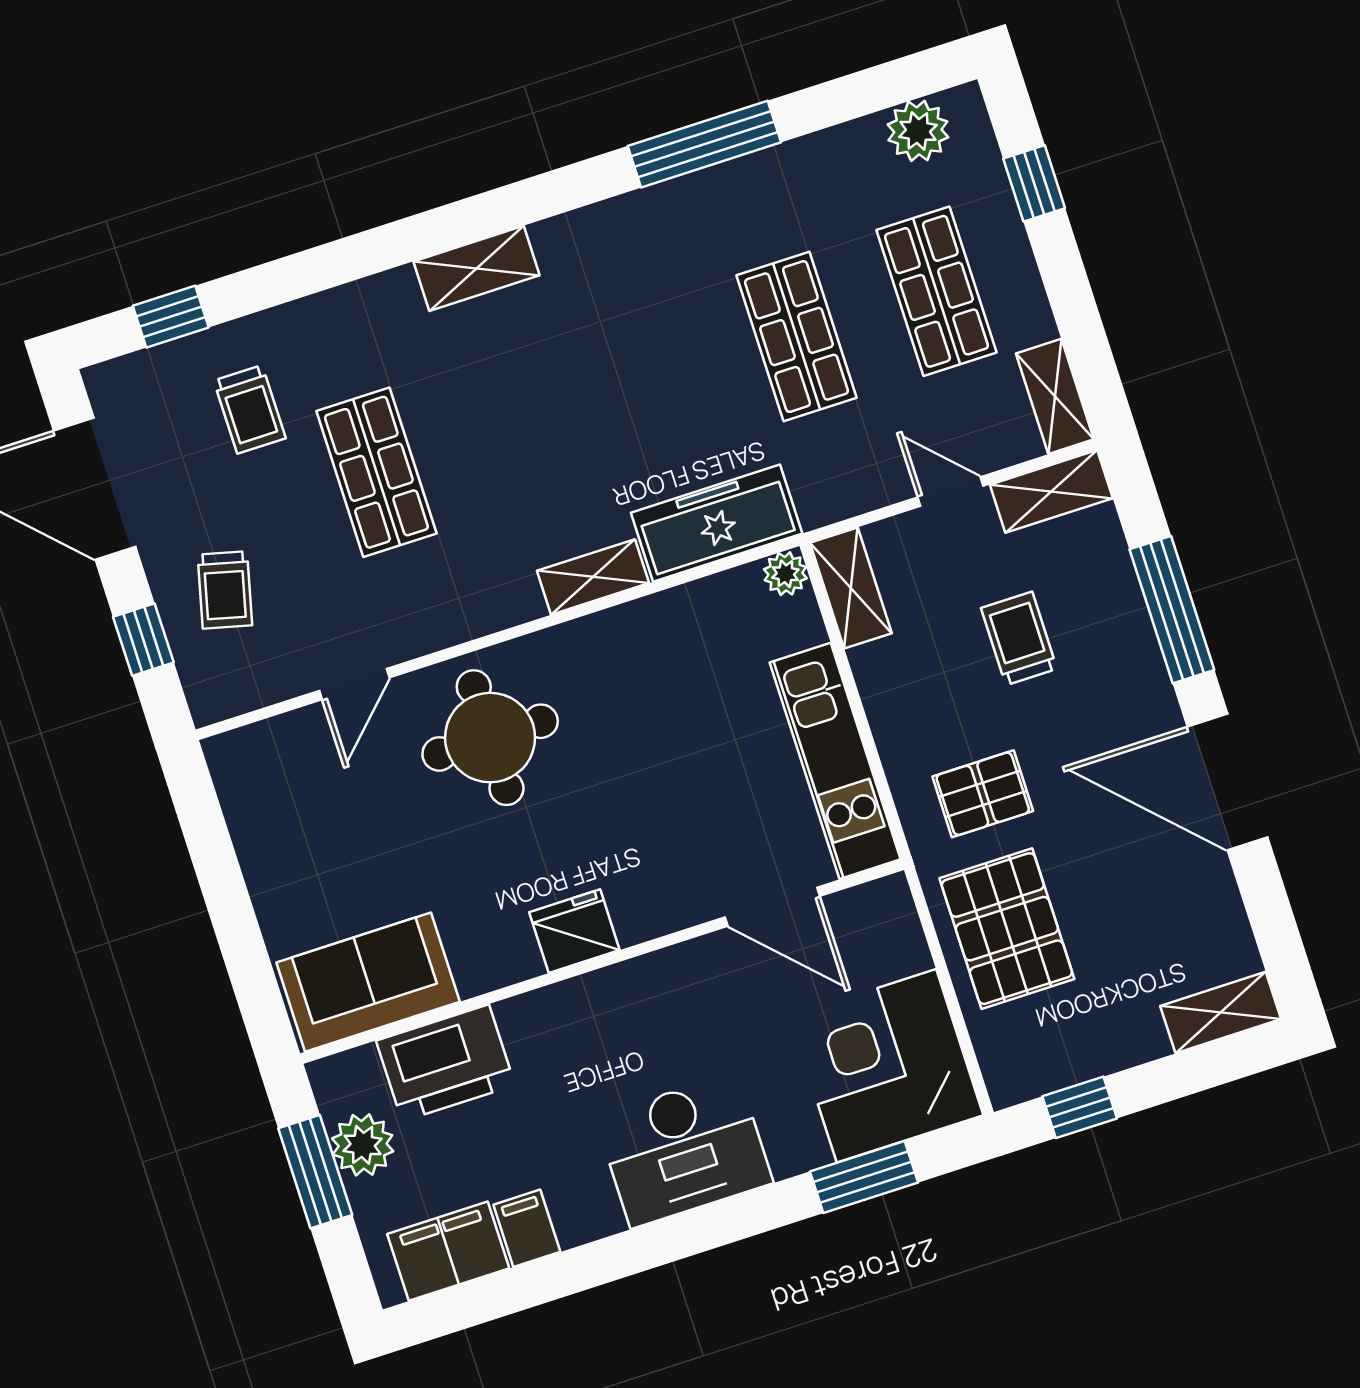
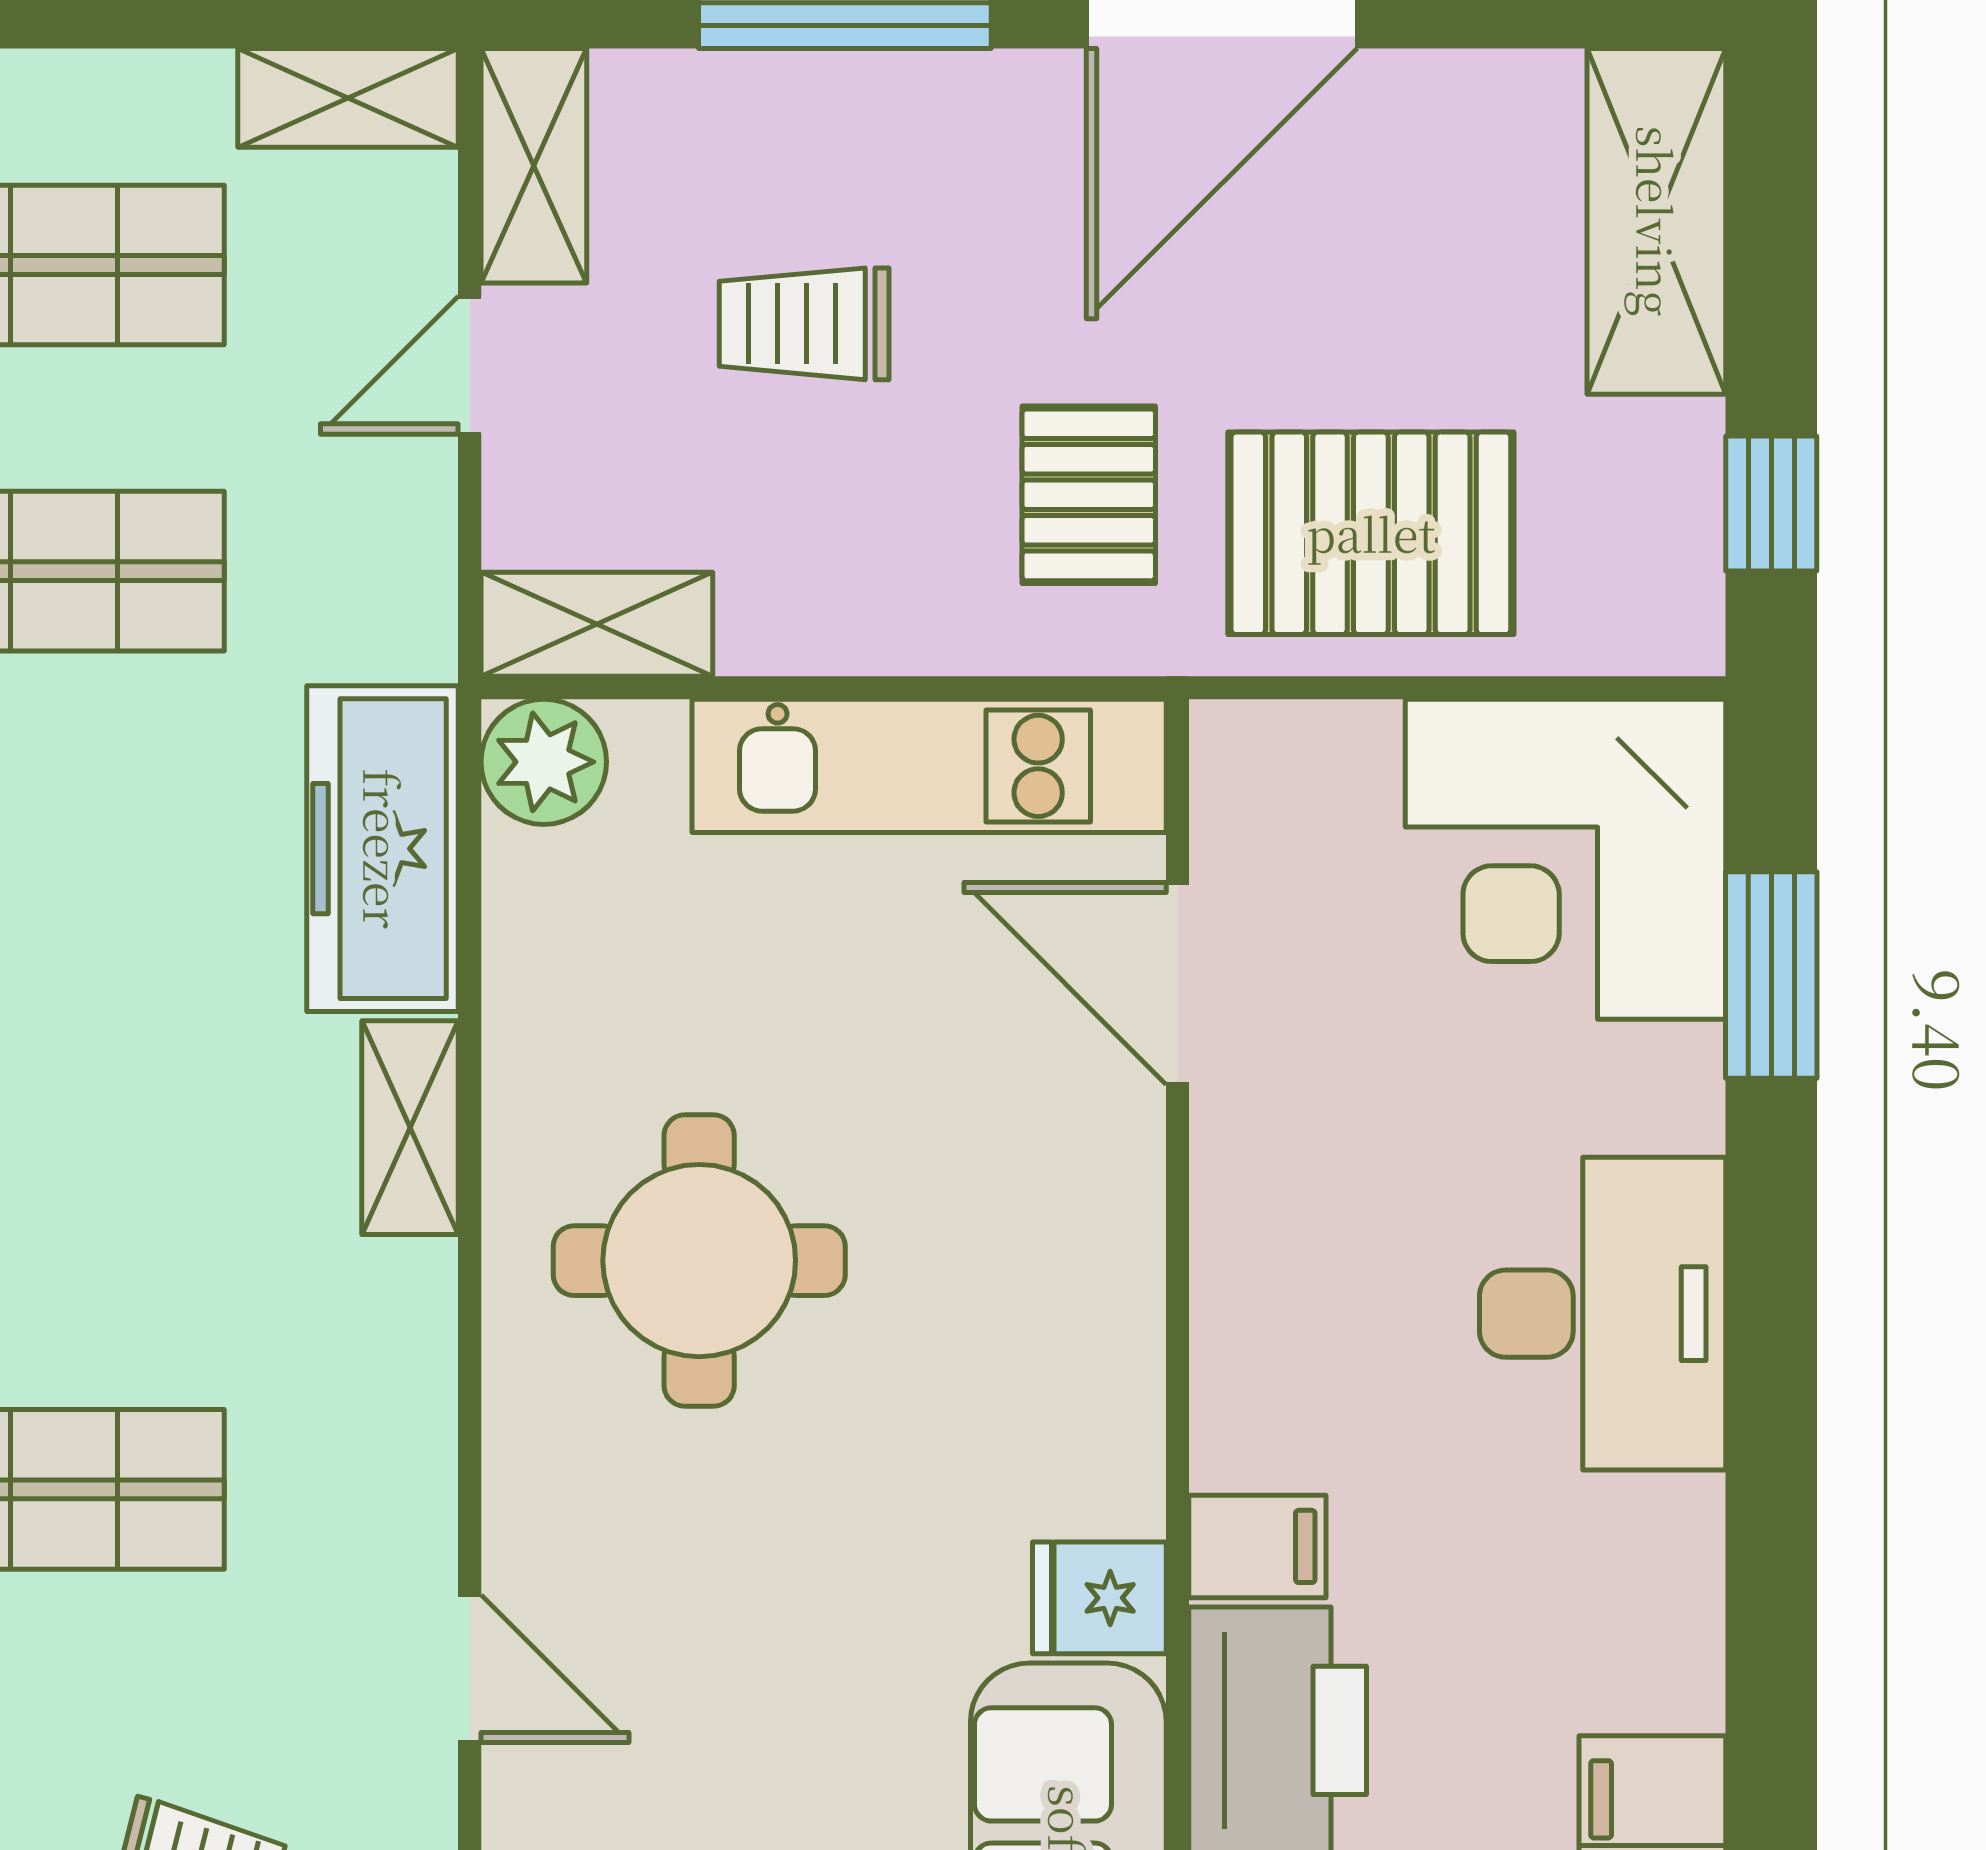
plant: (785, 574) -> (544, 762), width x1.38, depth x1.38
round table: (490, 738) -> (699, 1261), moved
door: (772, 907) -> (1178, 984), swing flipped
fridge: (574, 931) -> (1099, 1598), moved, width x0.72
shelving: (1221, 1013) -> (1656, 221), width x1.50, depth x1.33
filing cabinet: (527, 1228) -> (1257, 1546), moved, turned 180

